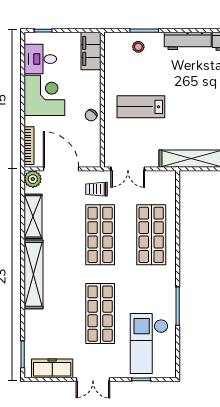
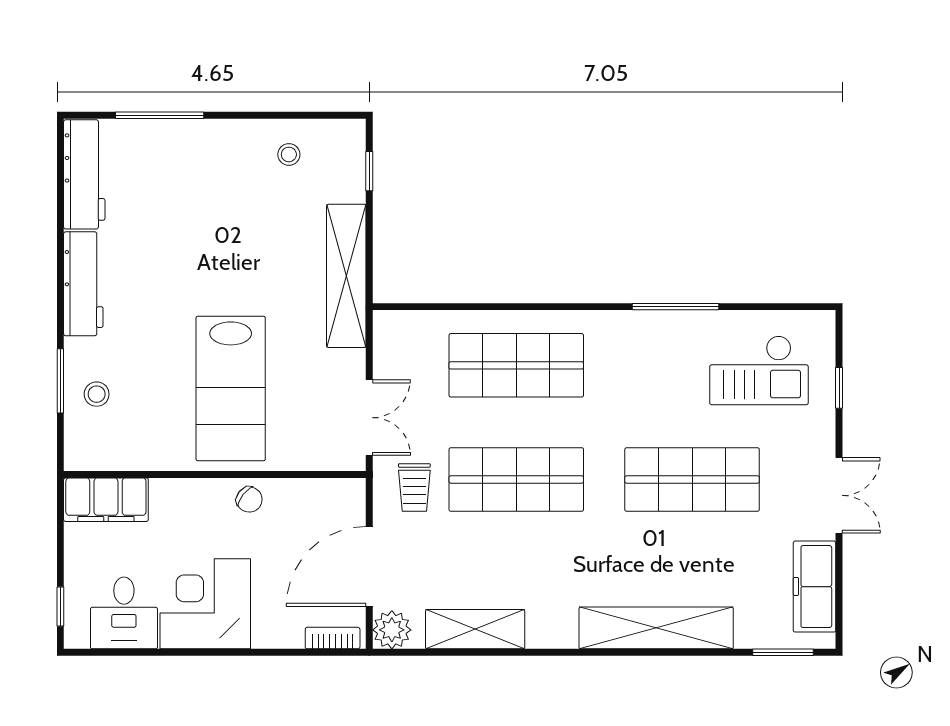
lab bench: (141, 107) -> (231, 388), width x1.36, depth x1.39
bookcase: (29, 146) -> (333, 638), width x0.64
shelving: (34, 274) -> (656, 628), moved
checkout: (149, 344) -> (759, 370), width x0.73, depth x0.83

